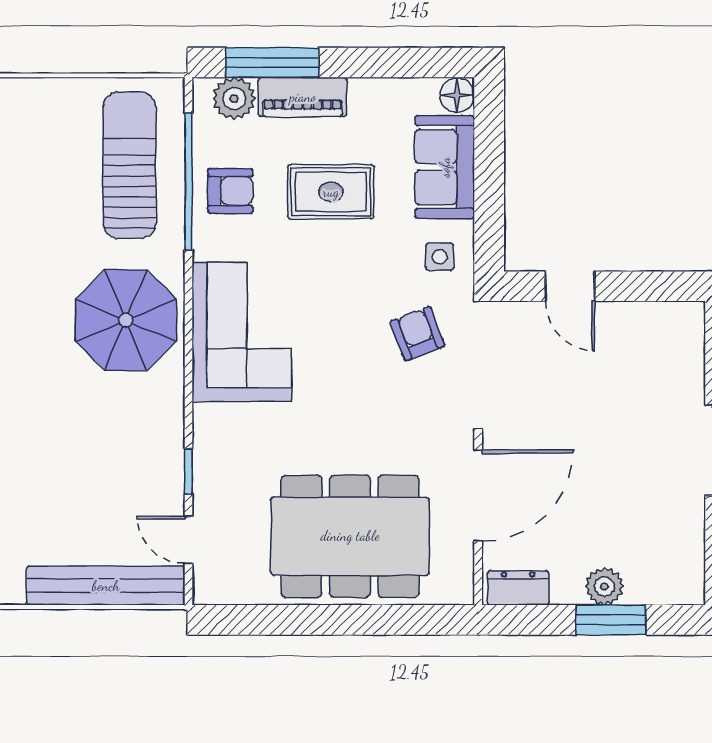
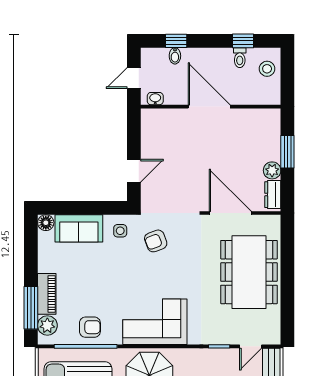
armchair: (230, 191) -> (90, 327), turned 90
rug: (331, 192) -> (90, 281), removed
plant: (604, 586) -> (272, 170), moved

